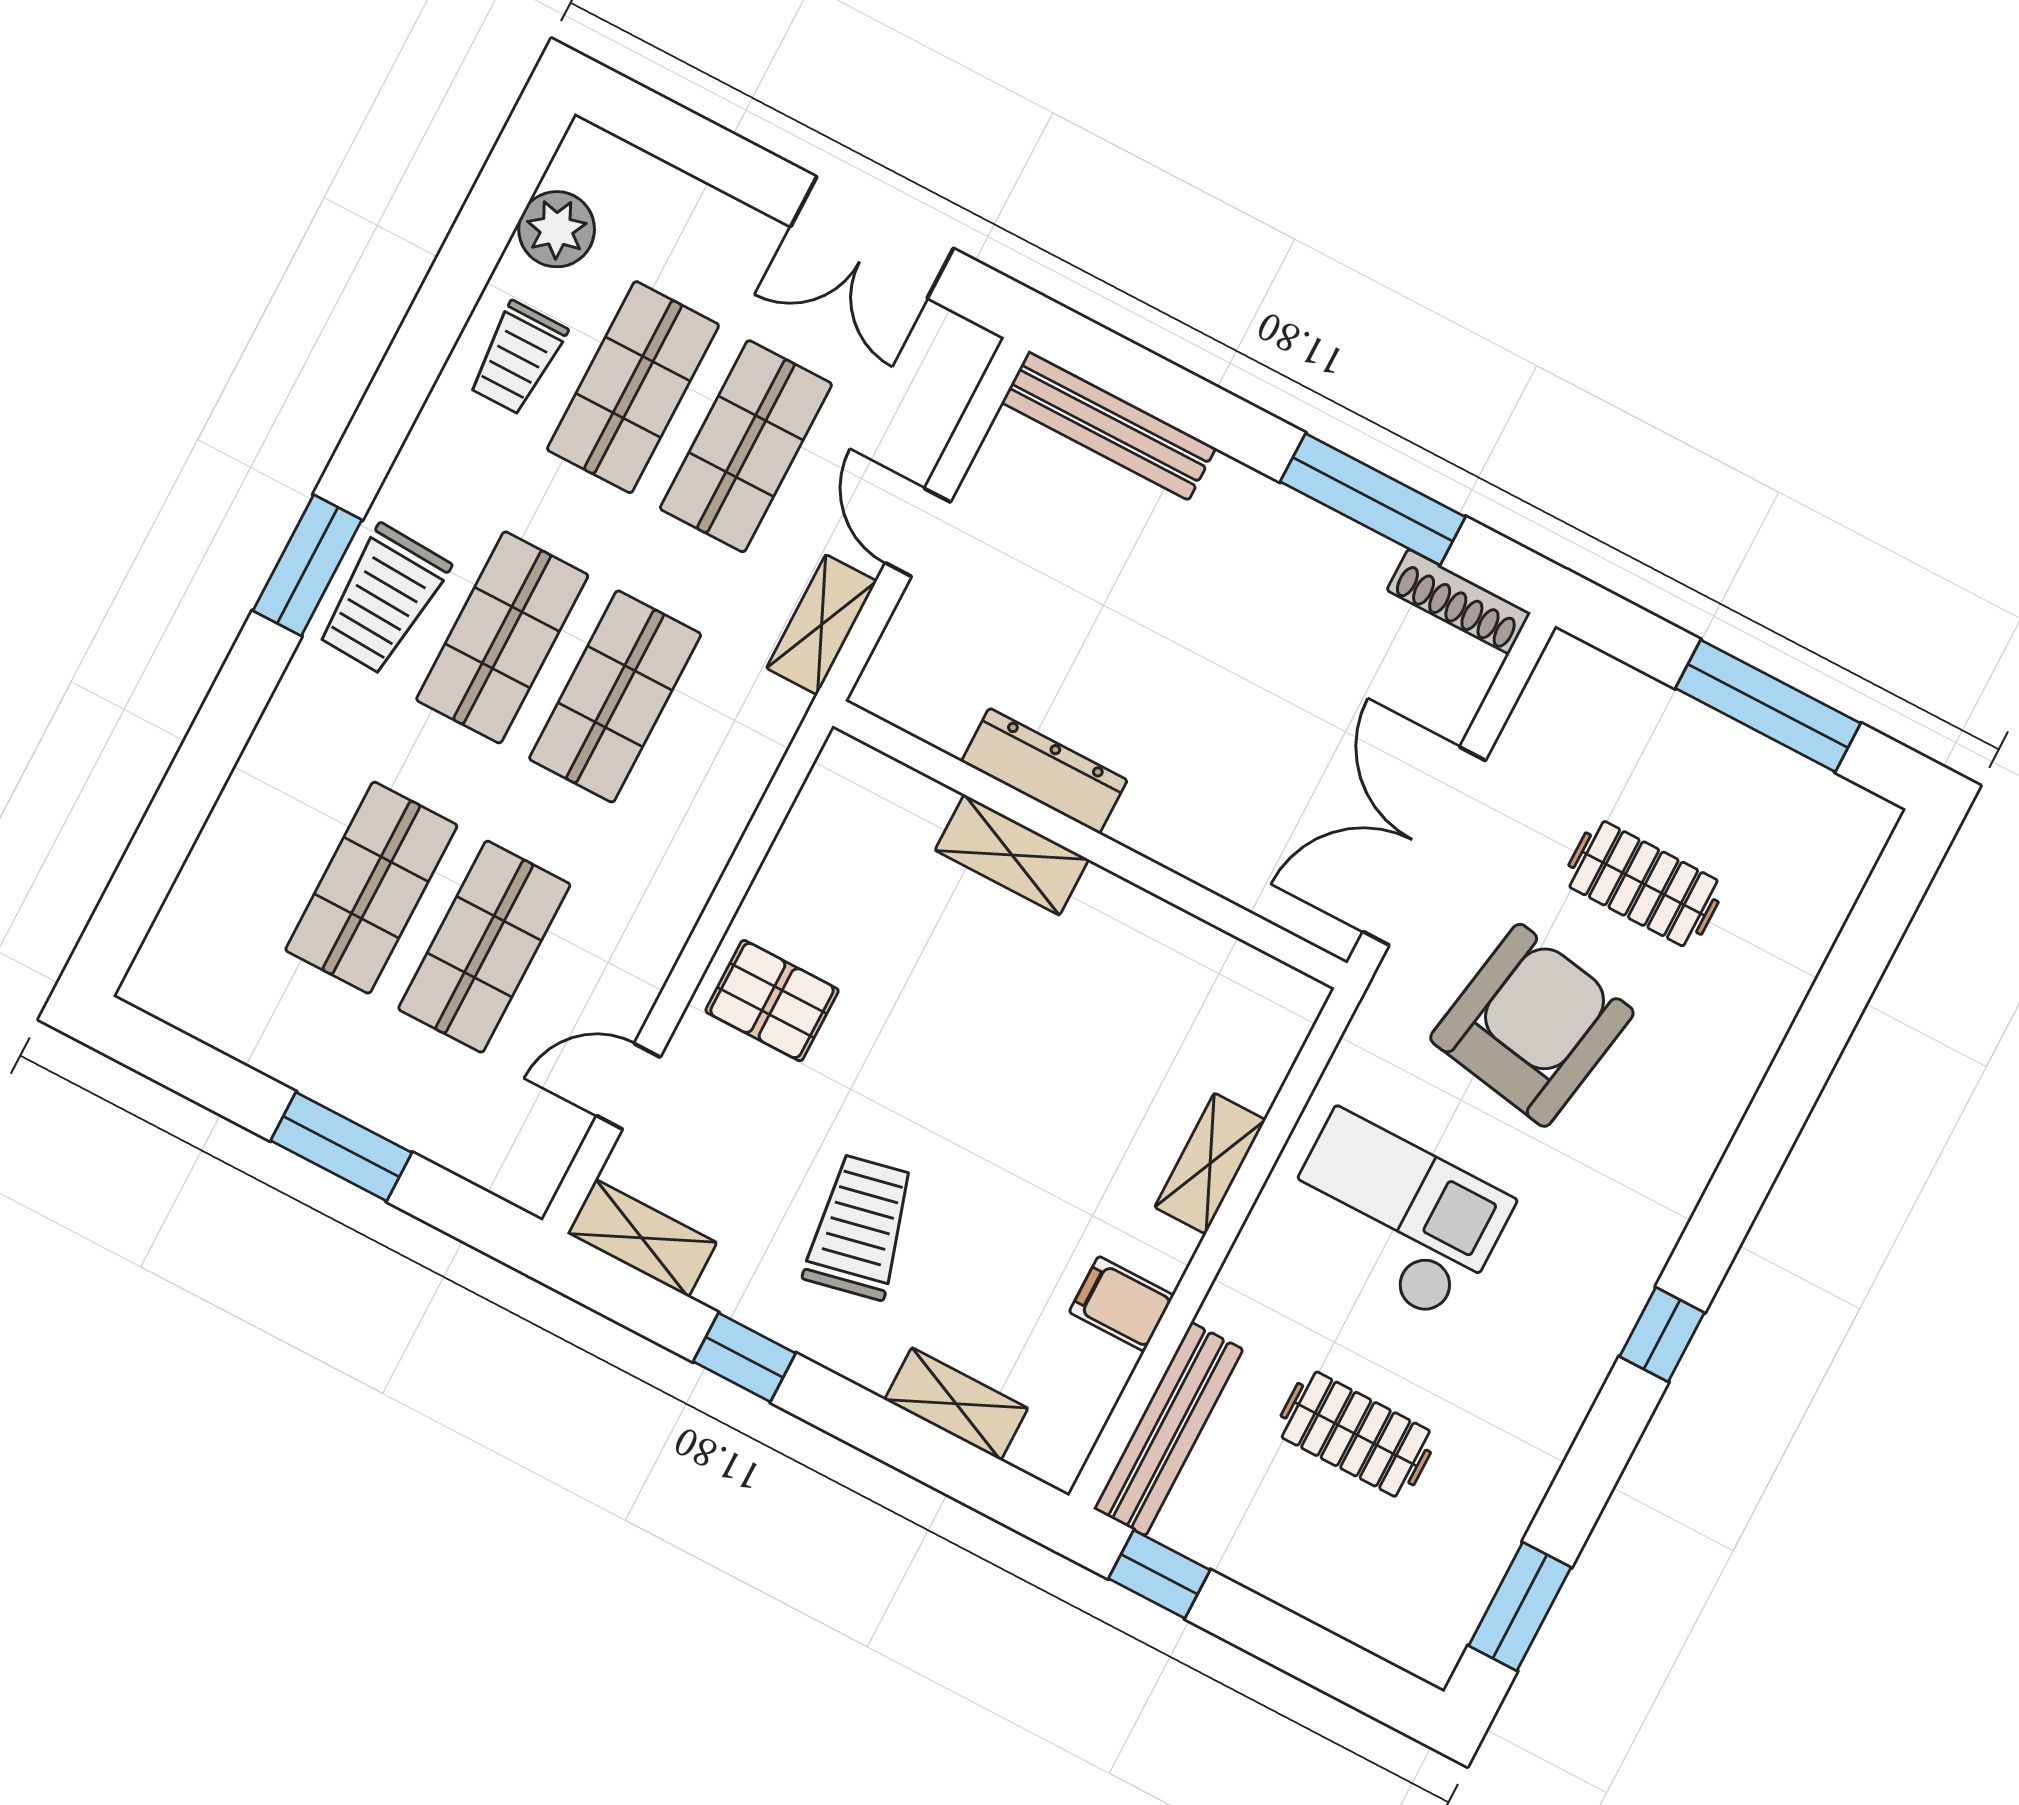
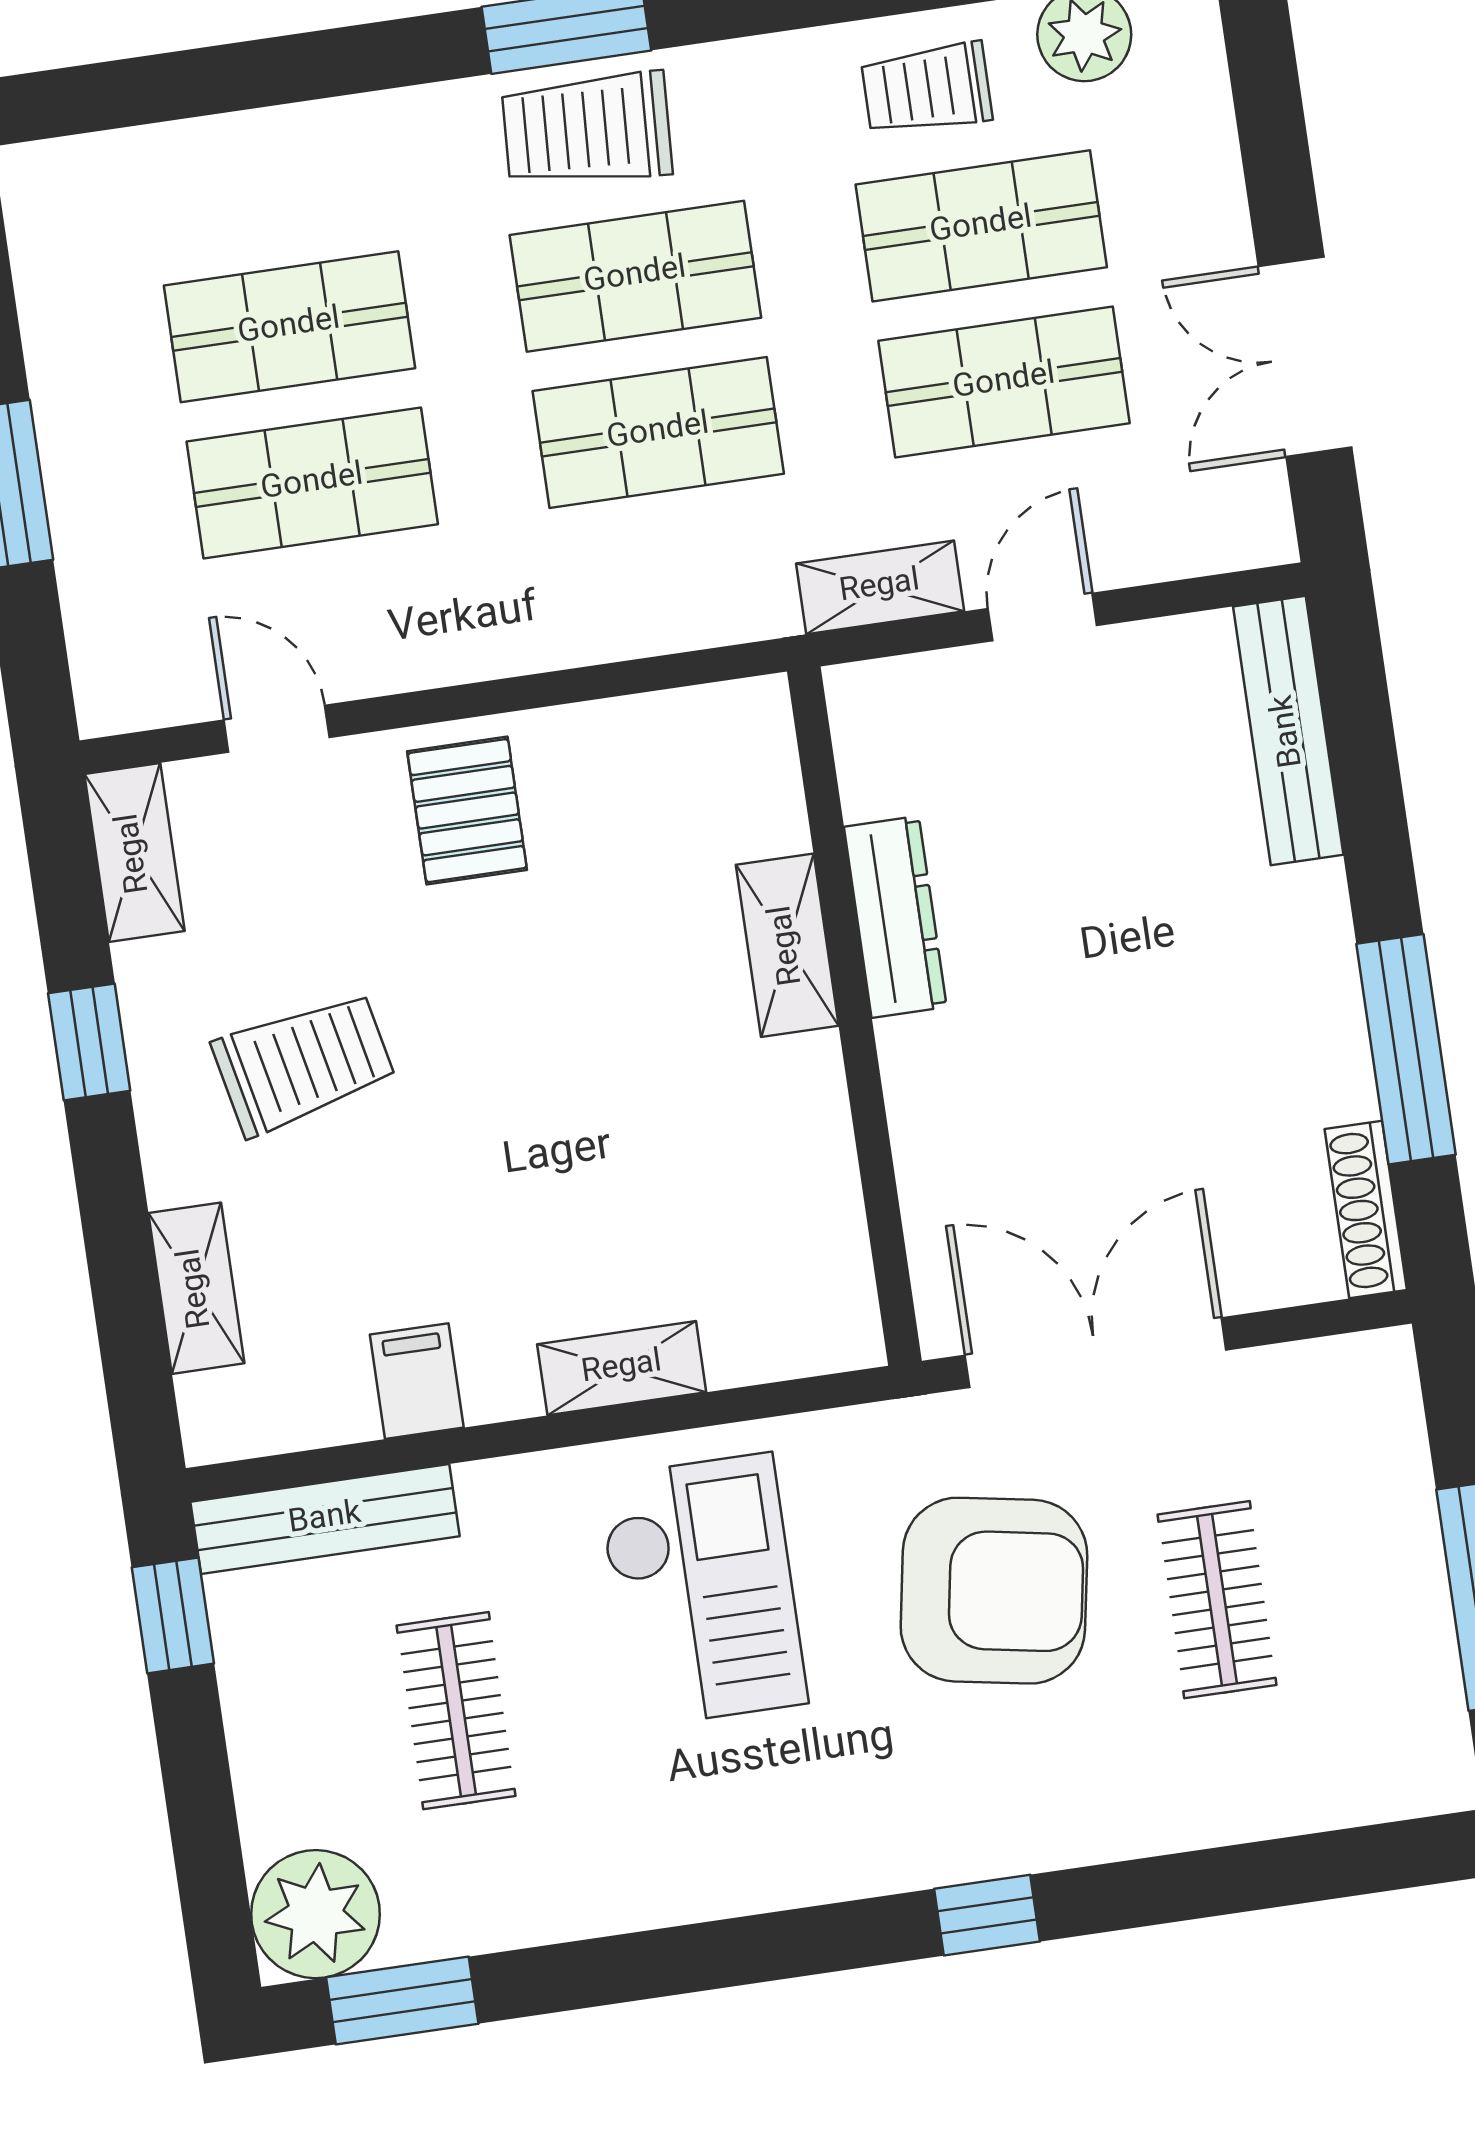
window: (1662, 1335) -> (987, 1915), moved
plant: (1422, 1622) -> (316, 1914), added

